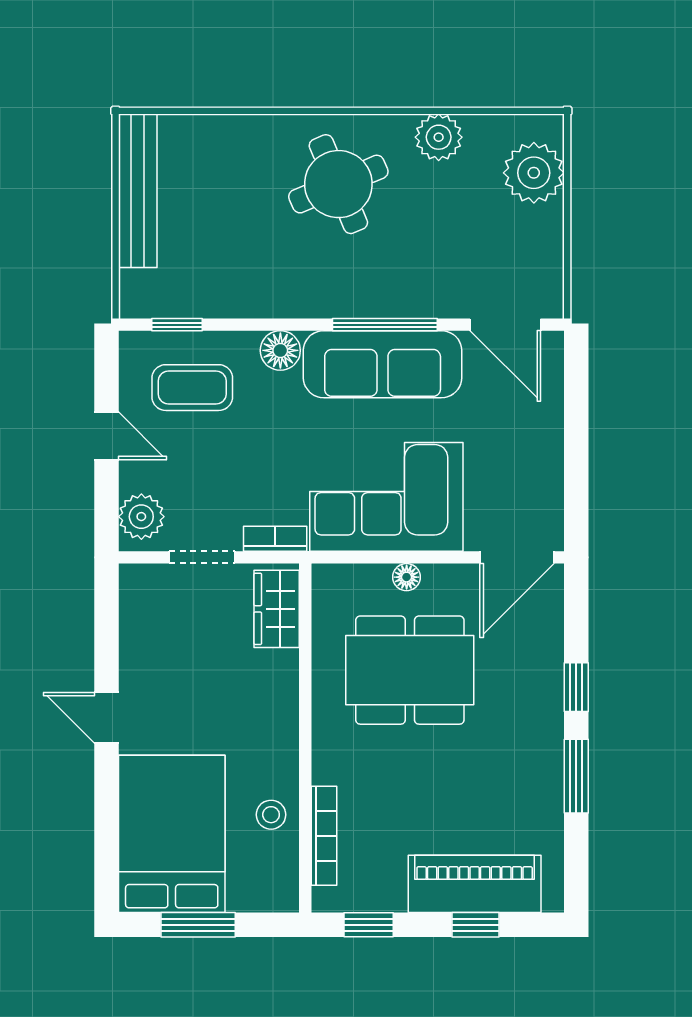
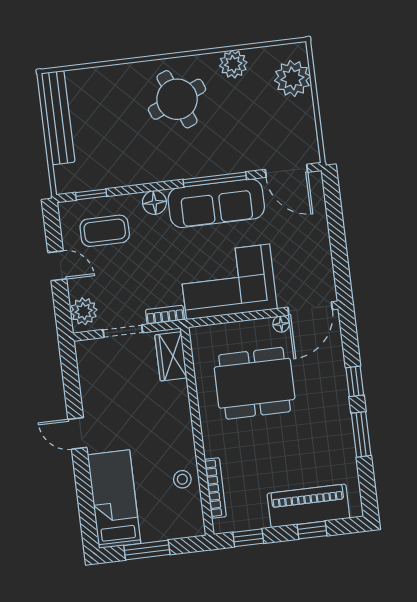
floor lamp: (407, 577) -> (281, 324), moved
bed: (172, 834) -> (114, 499), width x0.67

